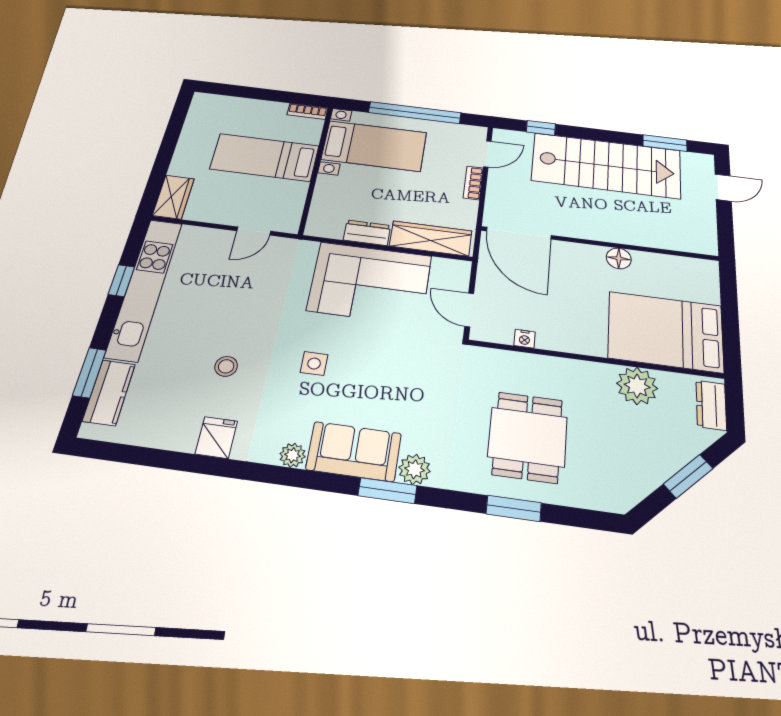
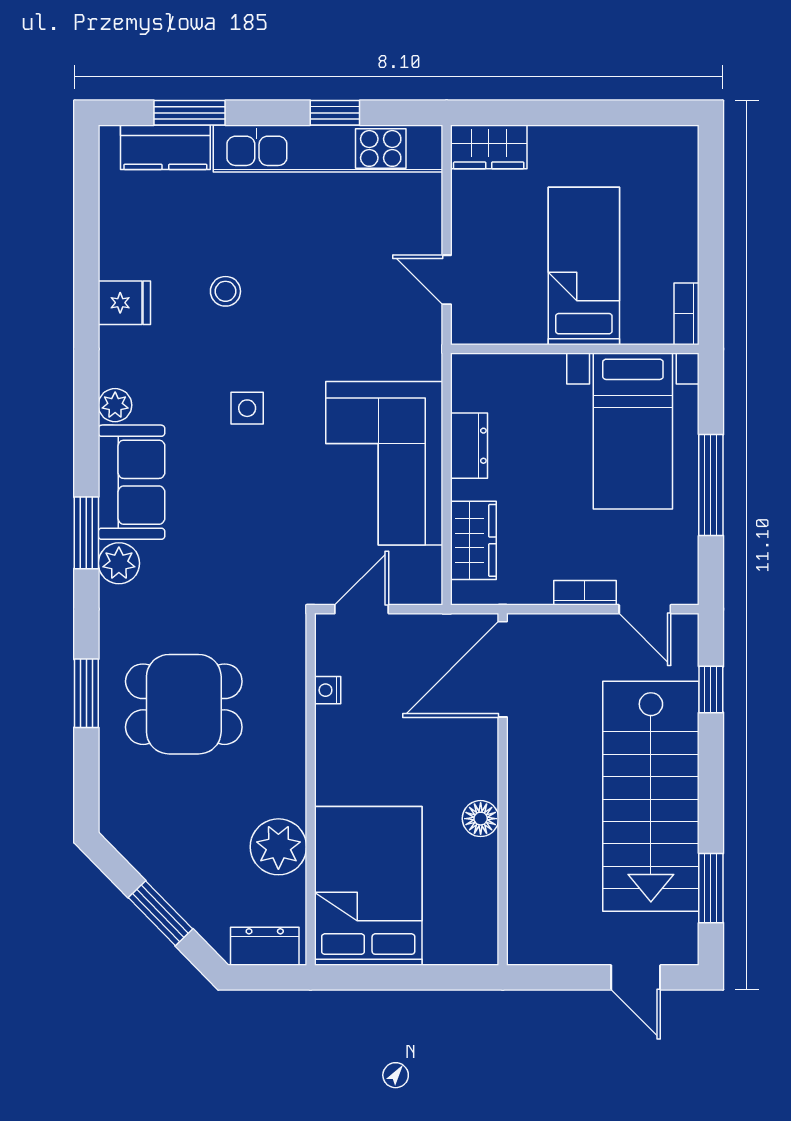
window: (415, 113) -> (711, 485), width x0.68
wardrobe: (431, 238) -> (473, 540), width x0.67

